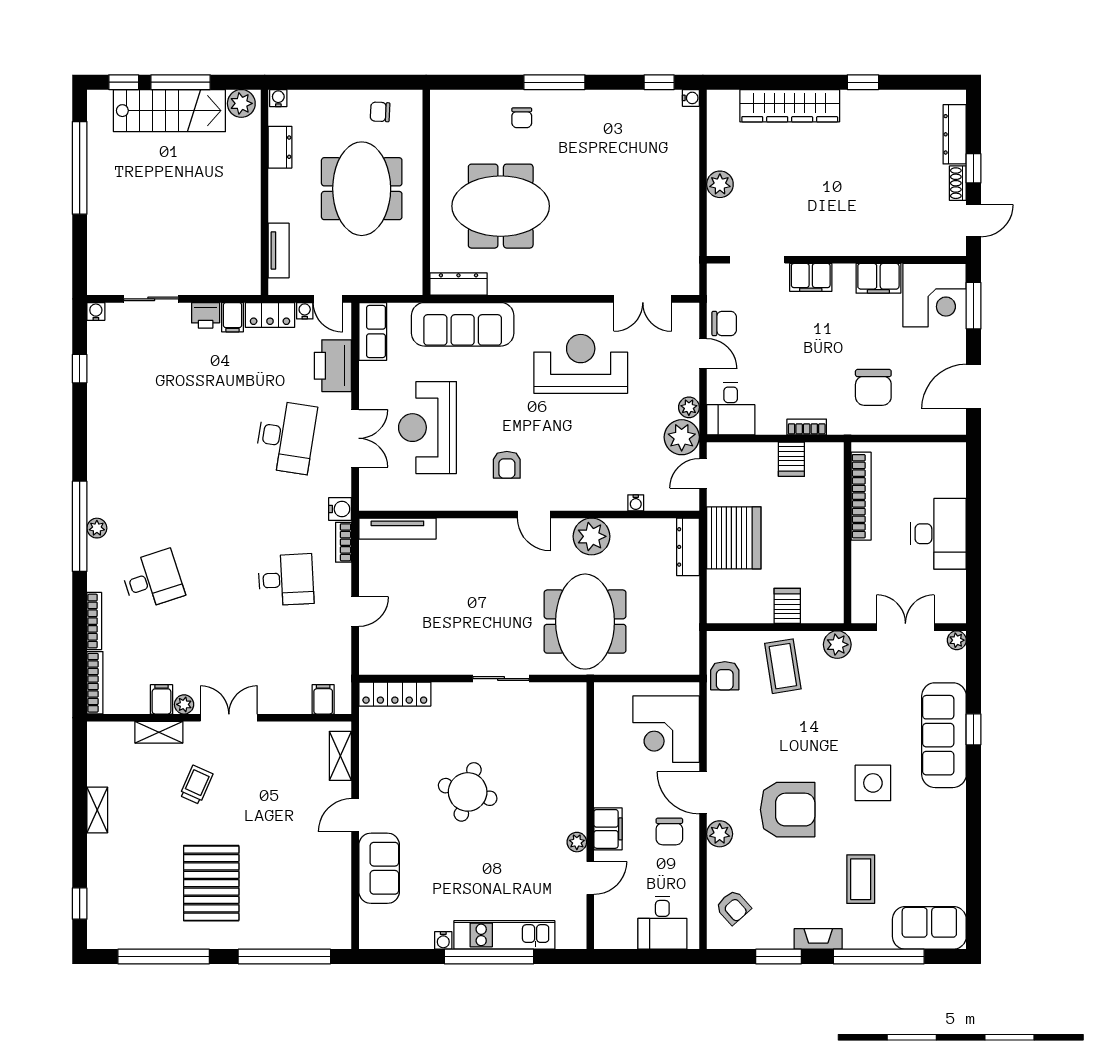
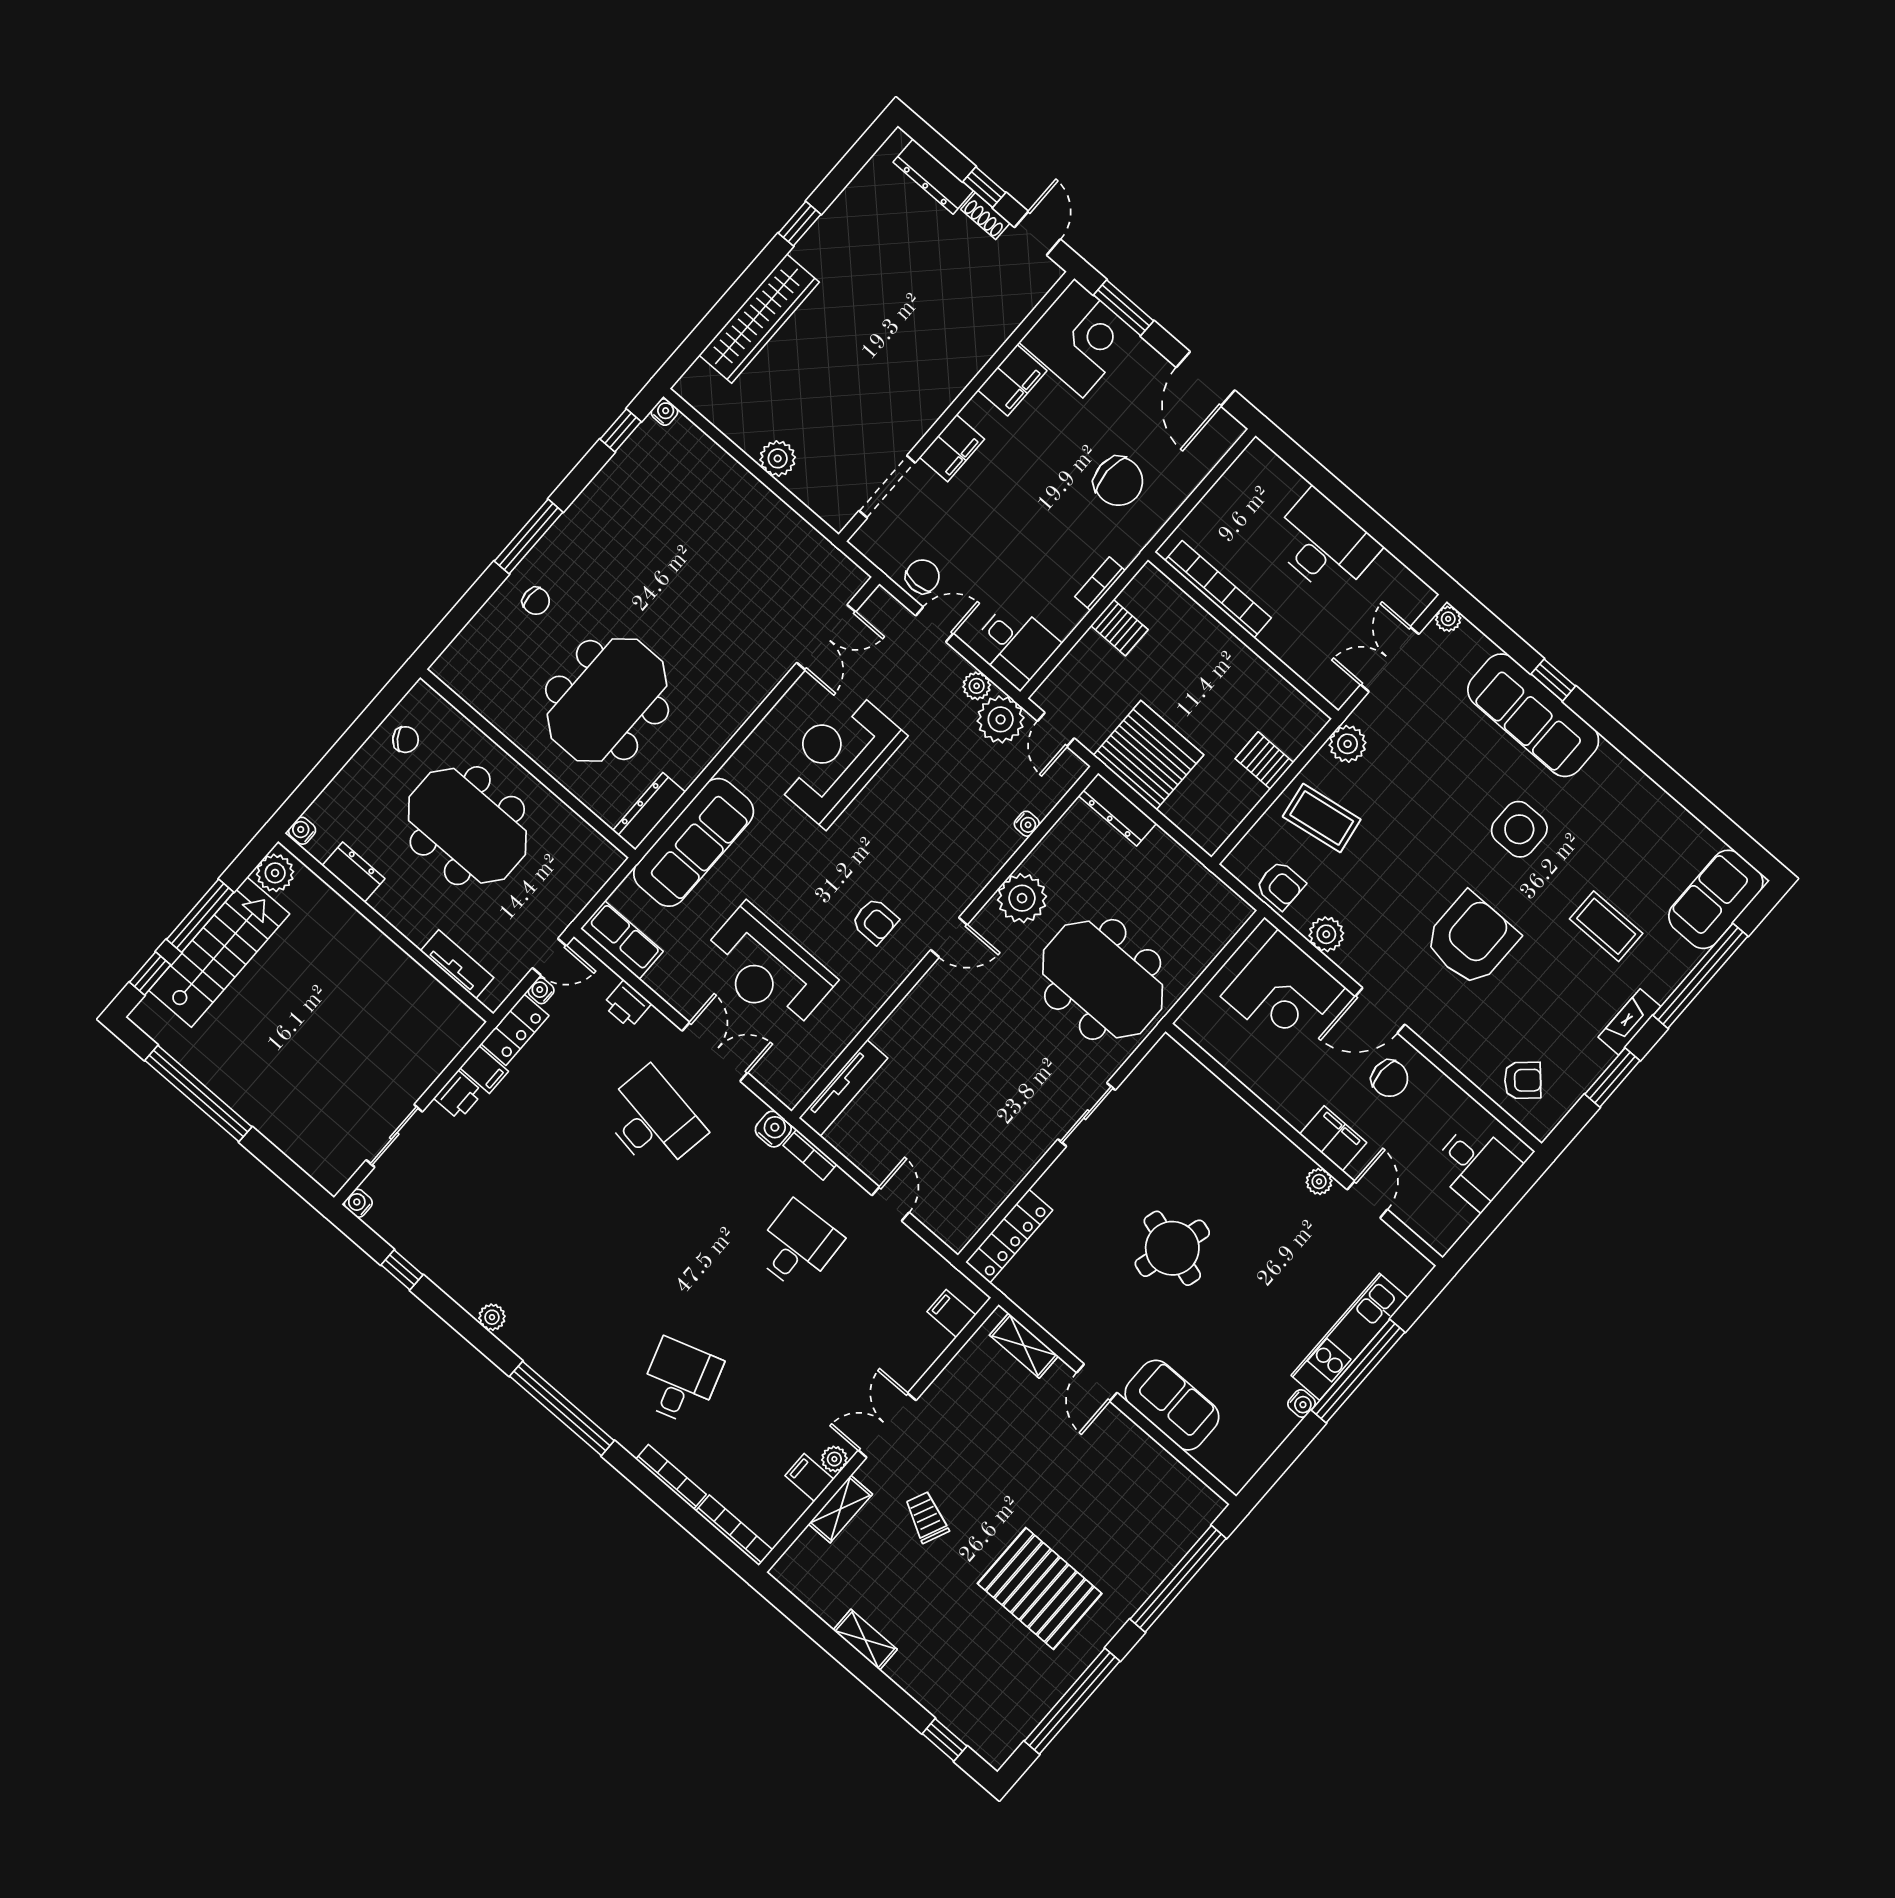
chair: (380, 112) -> (406, 740), turned -129
printer: (333, 366) -> (627, 1004), width x0.53, depth x0.68
plant: (97, 528) -> (492, 1317), moved
plant: (720, 834) -> (1326, 934), moved

